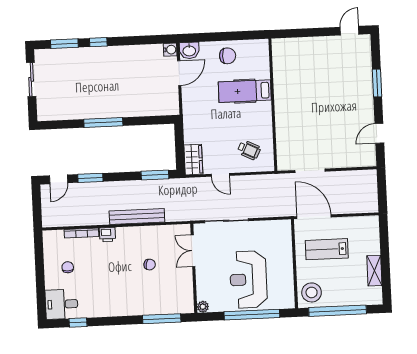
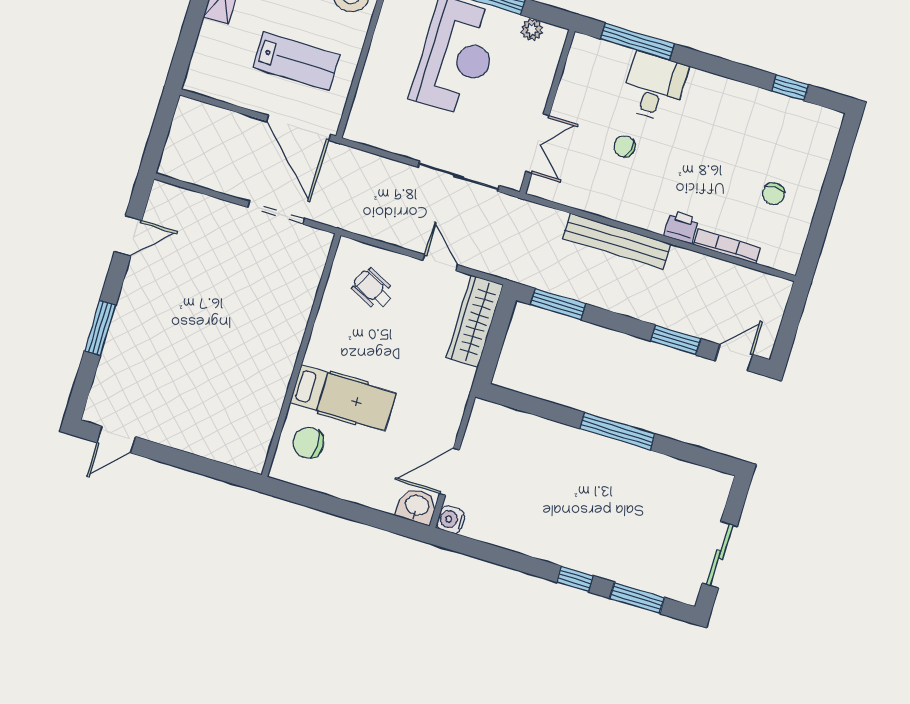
chair: (228, 56) -> (308, 443), moved
wardrobe: (193, 160) -> (475, 321), width x1.50
desk: (62, 304) -> (654, 87), moved, turned -90
plant: (203, 307) -> (532, 30), moved

